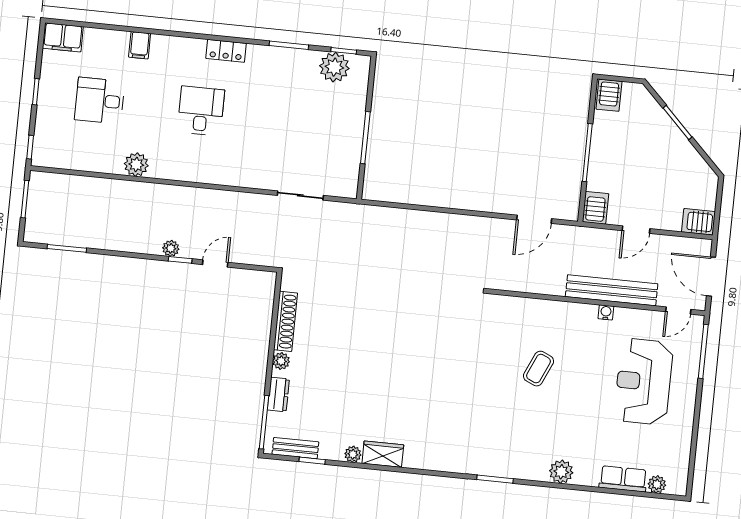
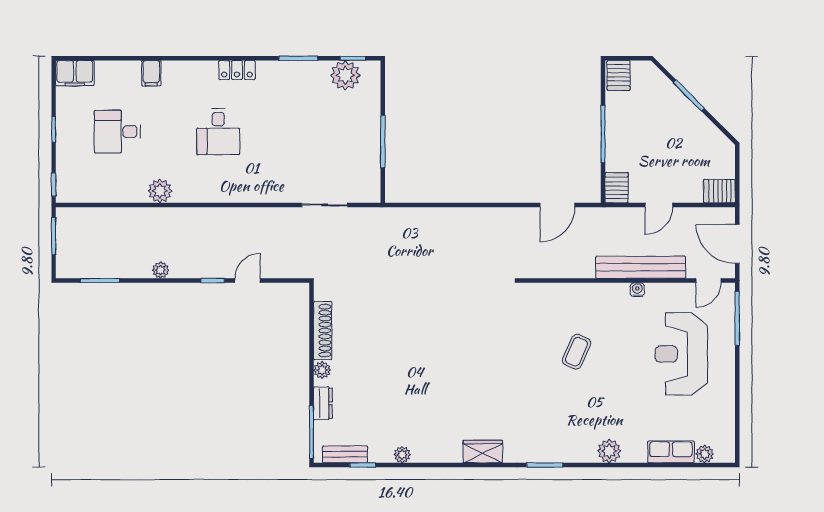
desk: (201, 111) -> (218, 132), turned 180
plant: (171, 248) -> (161, 270), moved
wardrobe: (383, 454) -> (483, 452), moved

